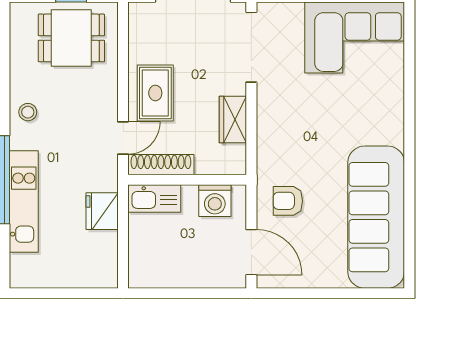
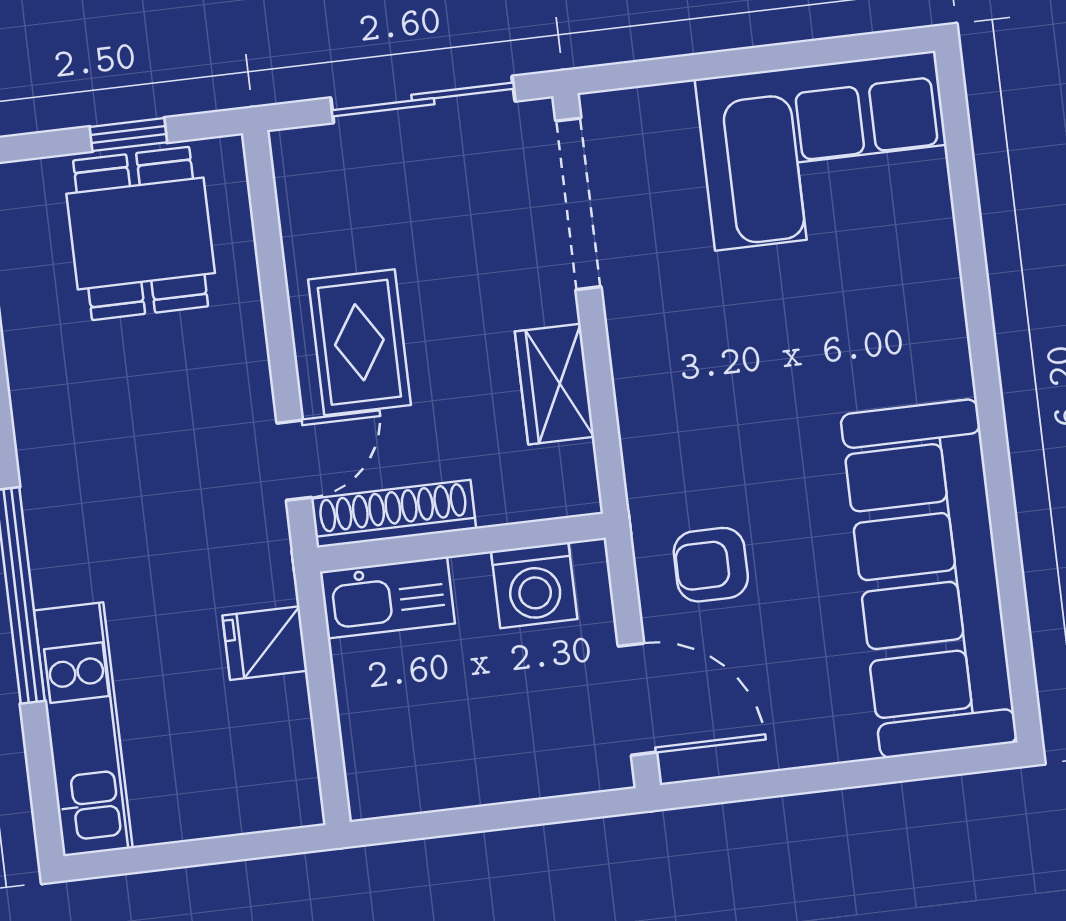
dining table: (71, 38) -> (141, 233), turned 90
stool: (28, 112) -> (57, 425), removed
kitchen unit: (24, 202) -> (83, 729), moved
fridge: (102, 211) -> (265, 643), width x0.72

